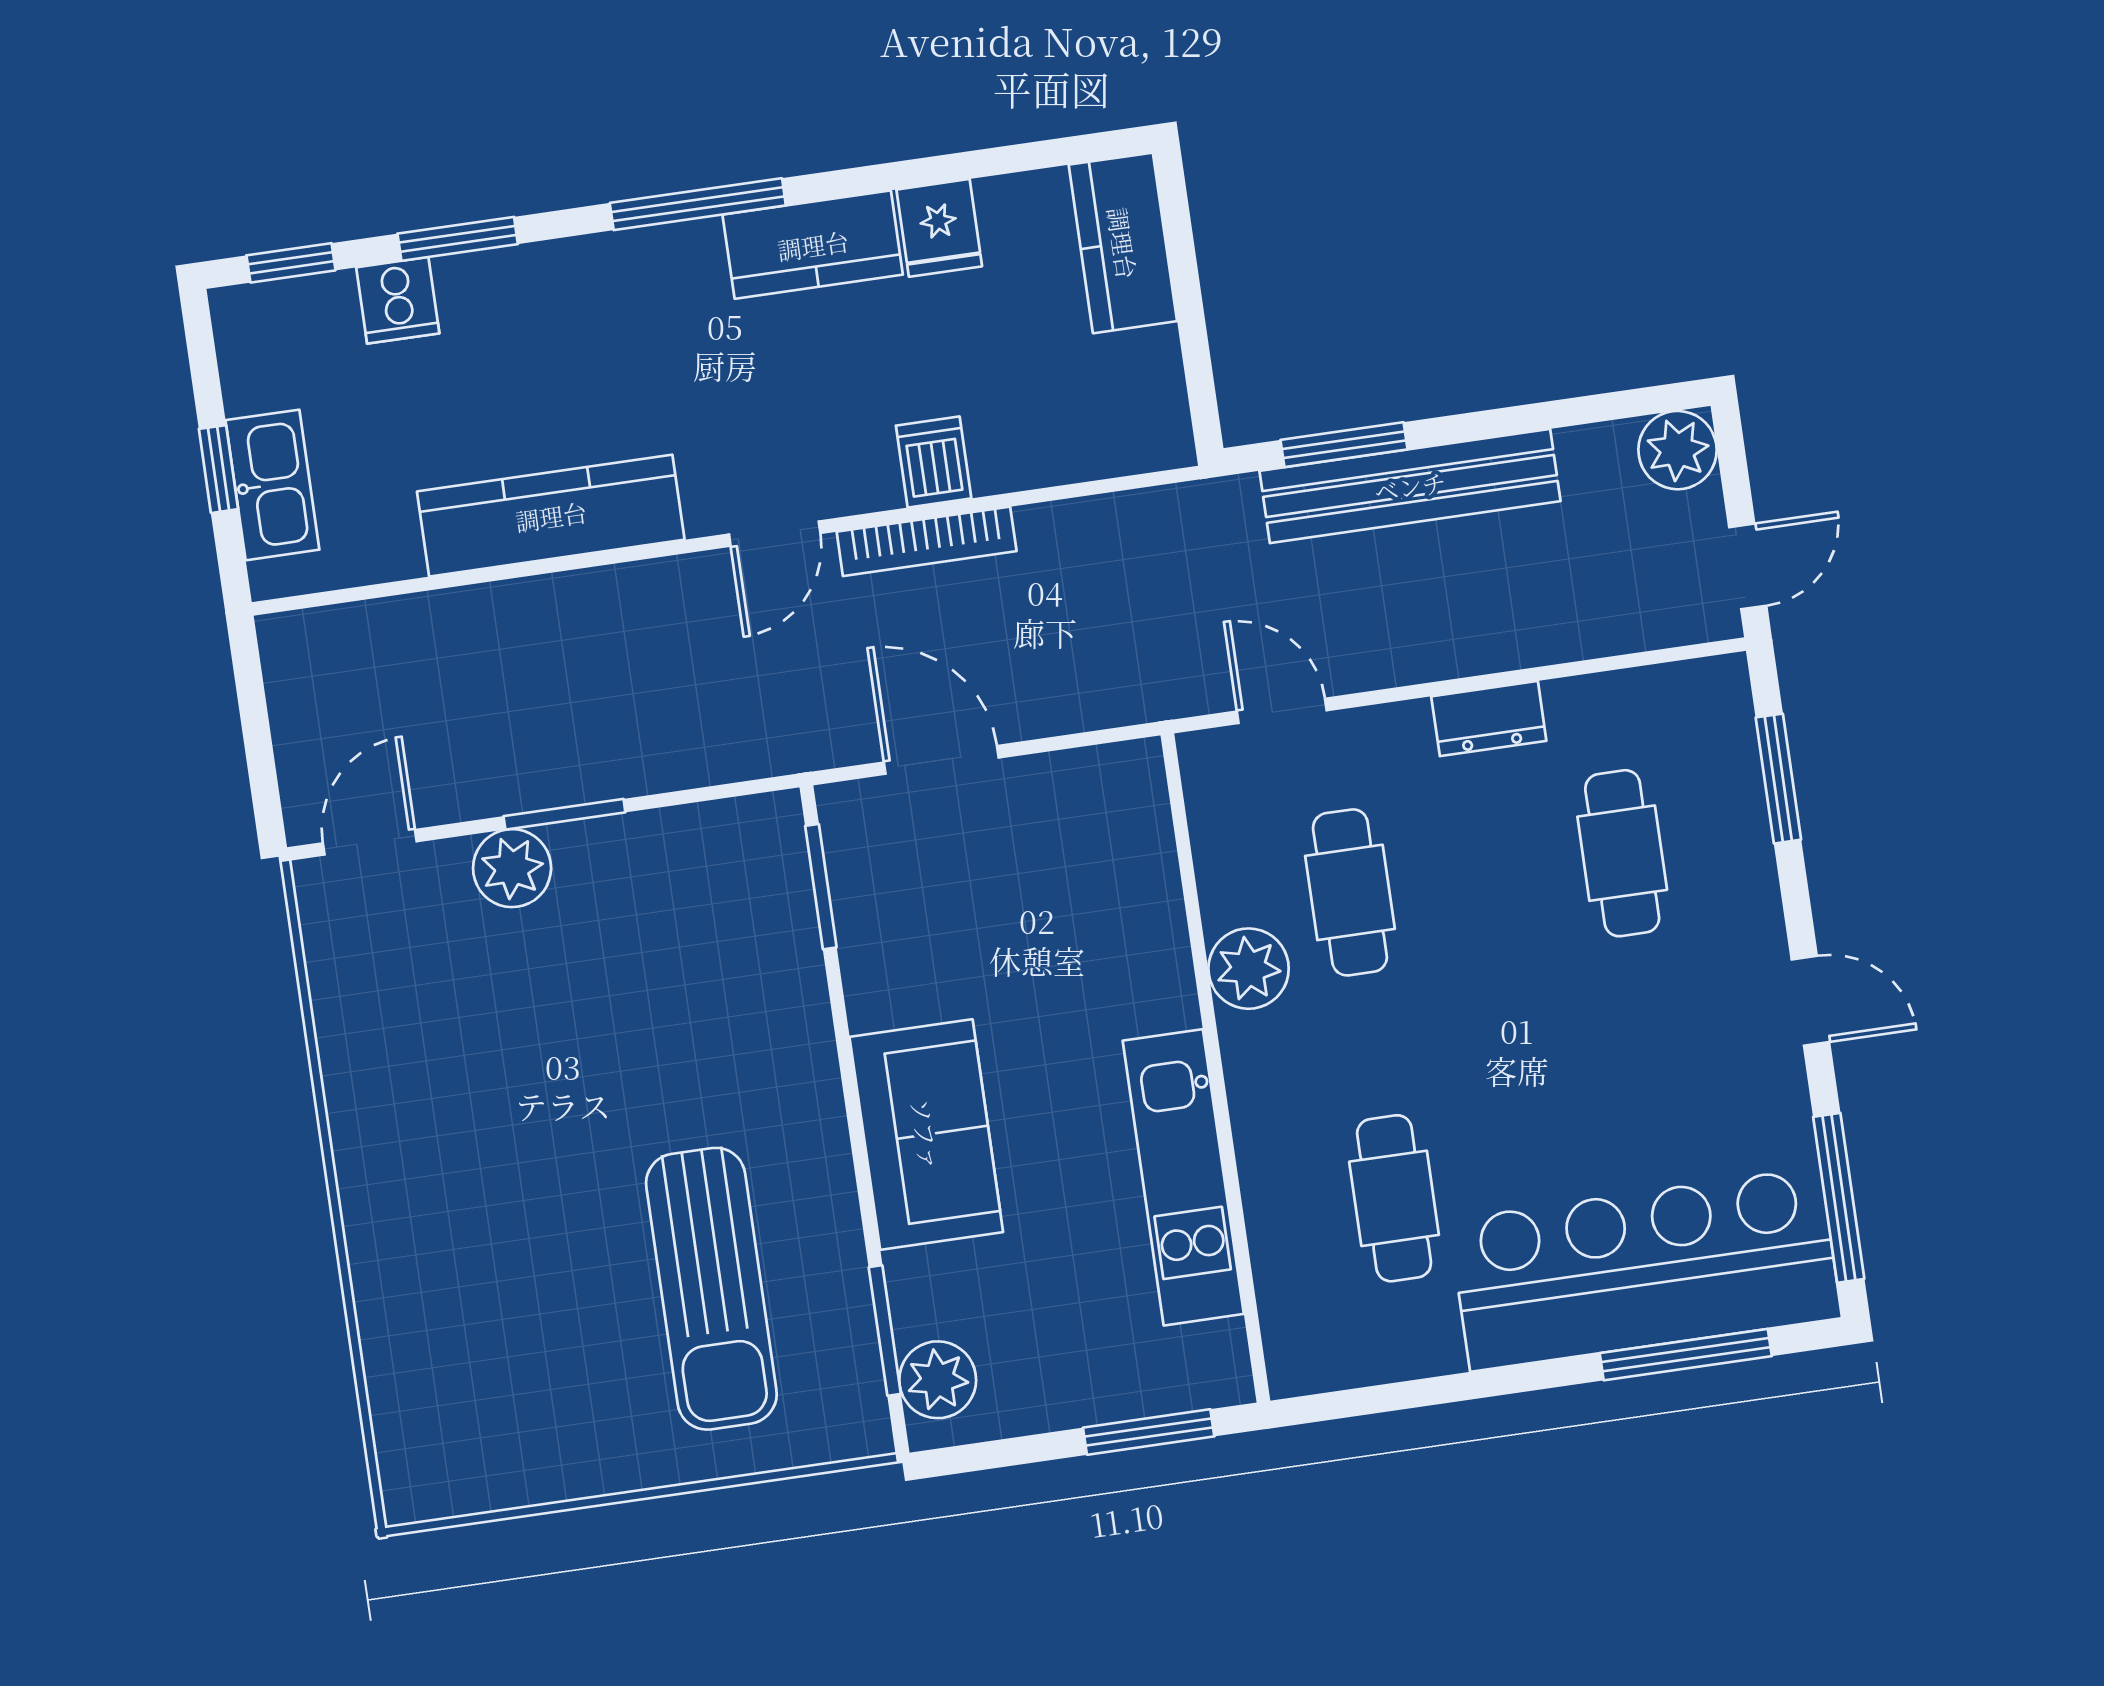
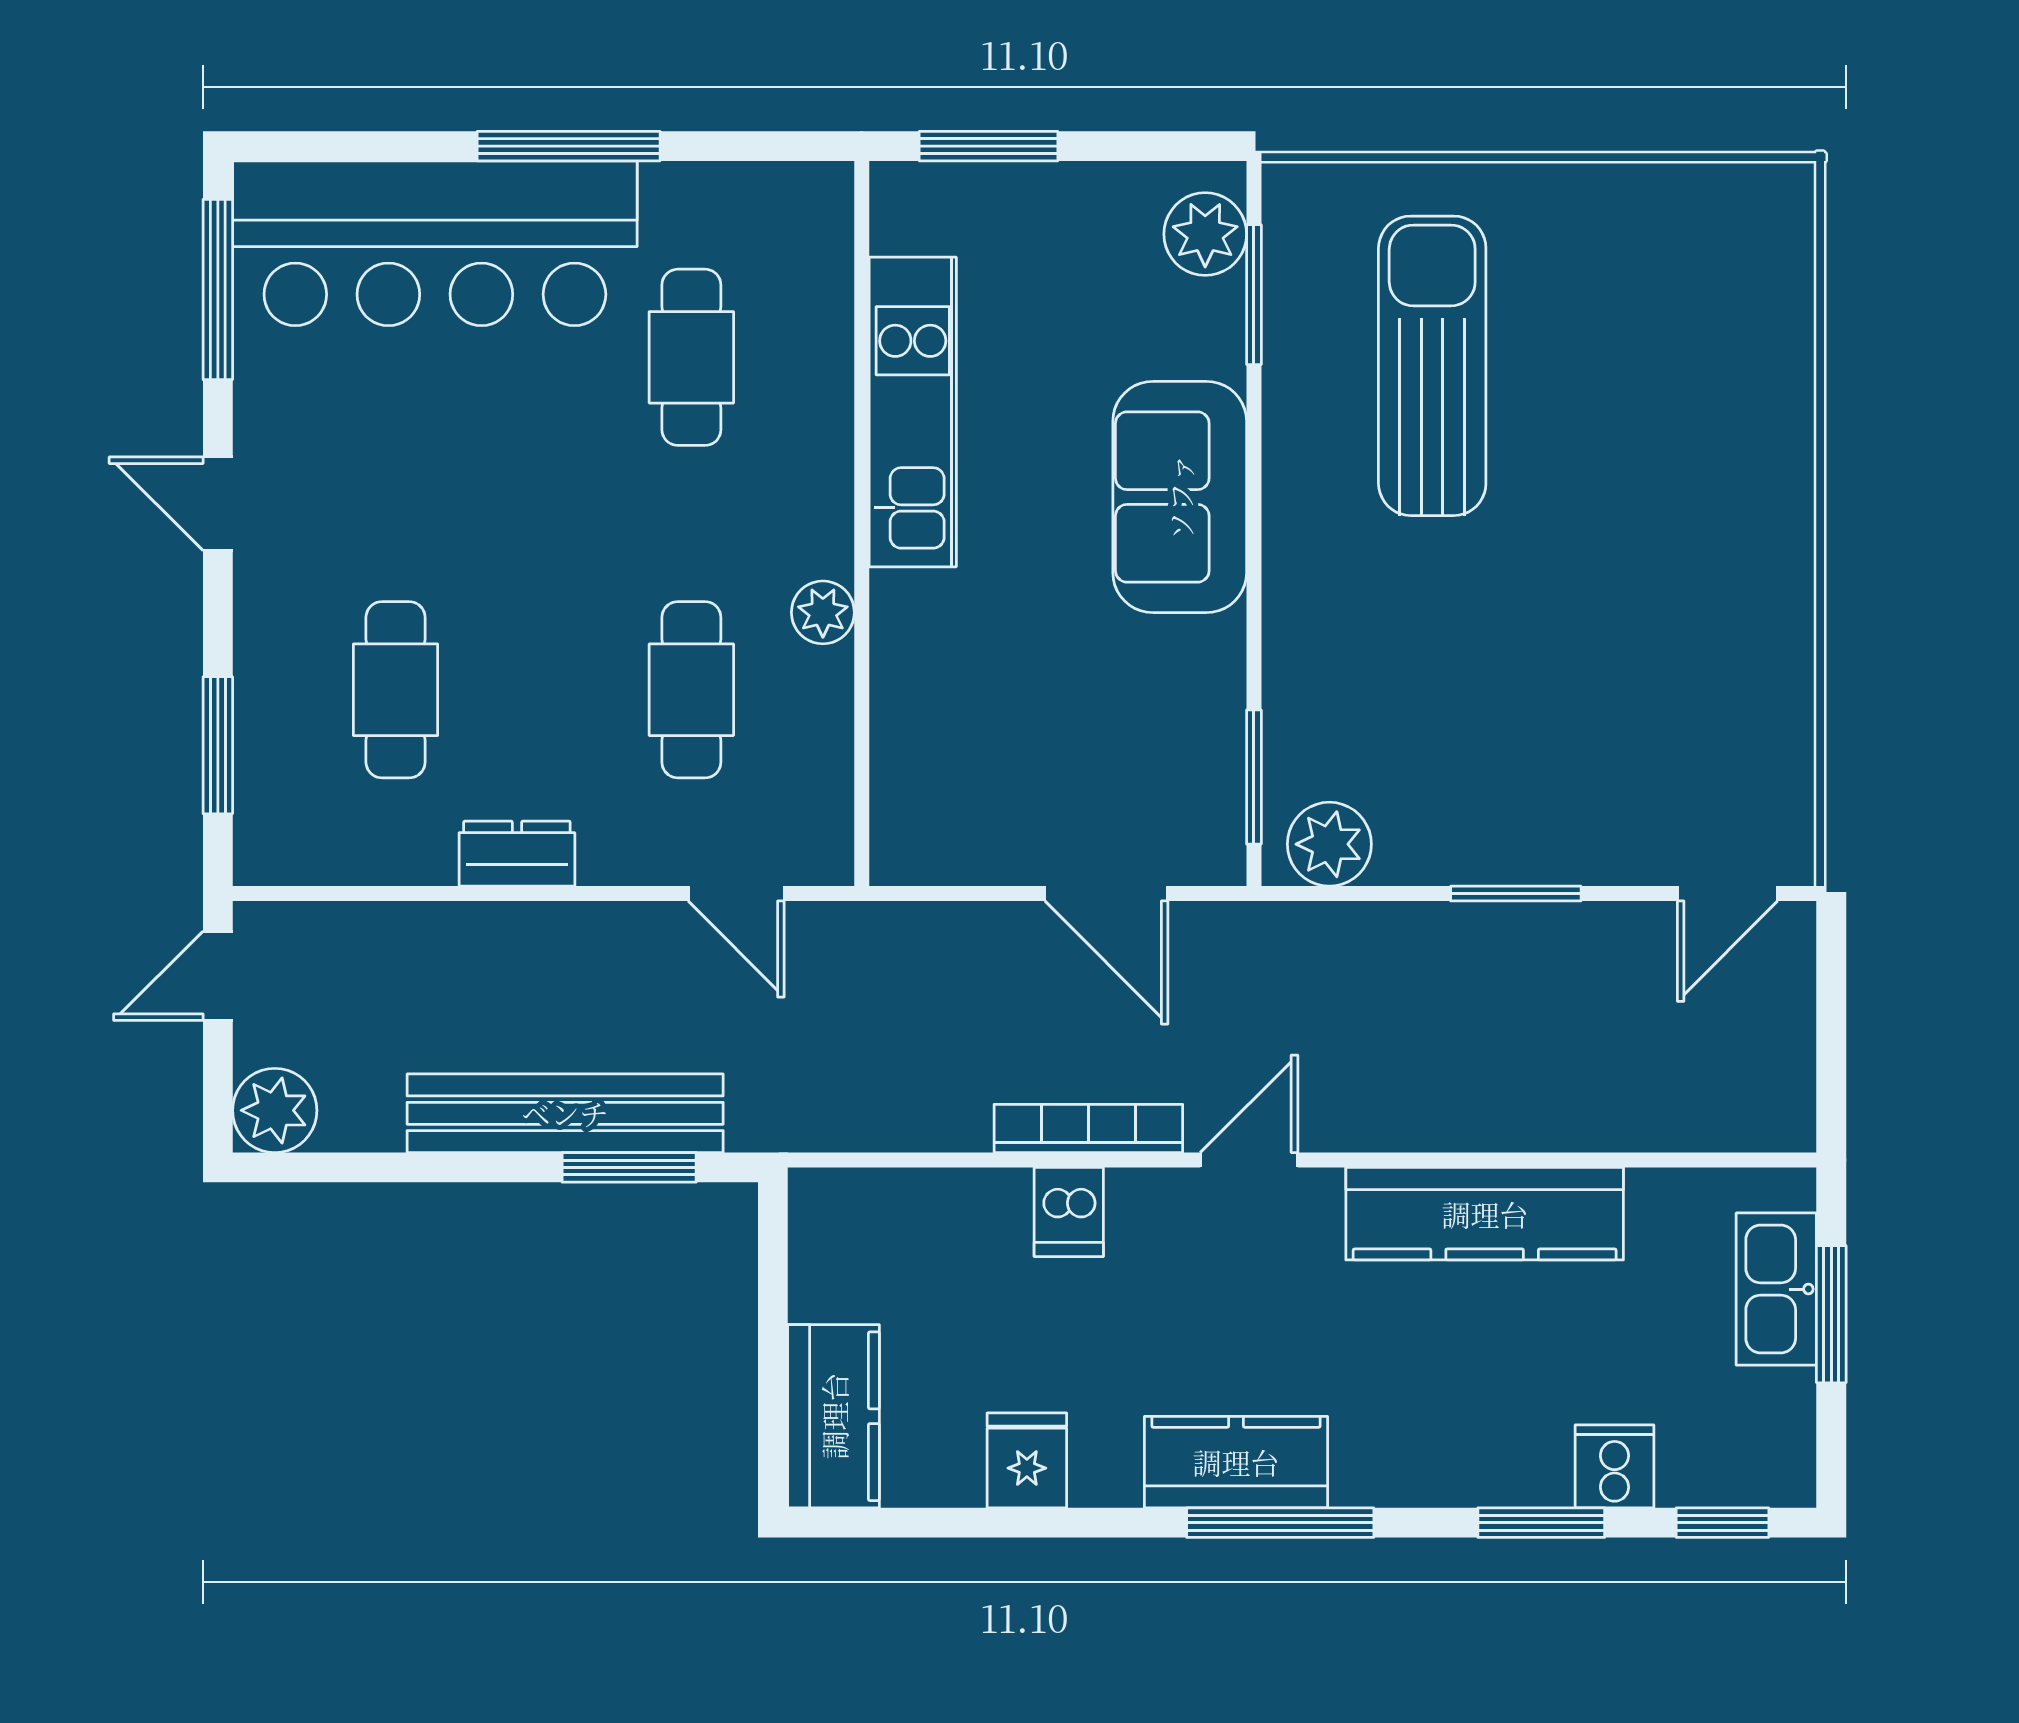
kitchen counter: (813, 245) -> (1236, 1462), moved
window: (219, 469) -> (1831, 1314), width x1.50
plant: (512, 868) -> (1329, 844), moved
plant: (1249, 969) -> (823, 612), width x0.73, depth x0.73
window: (1686, 1355) -> (569, 146), moved

